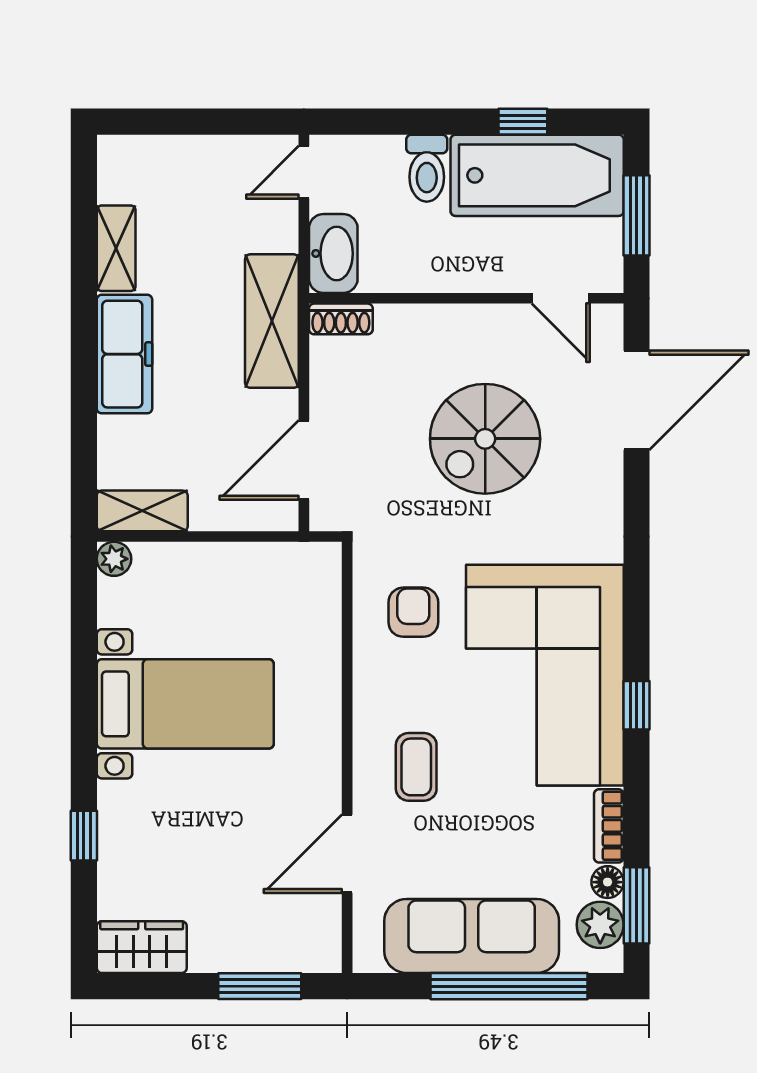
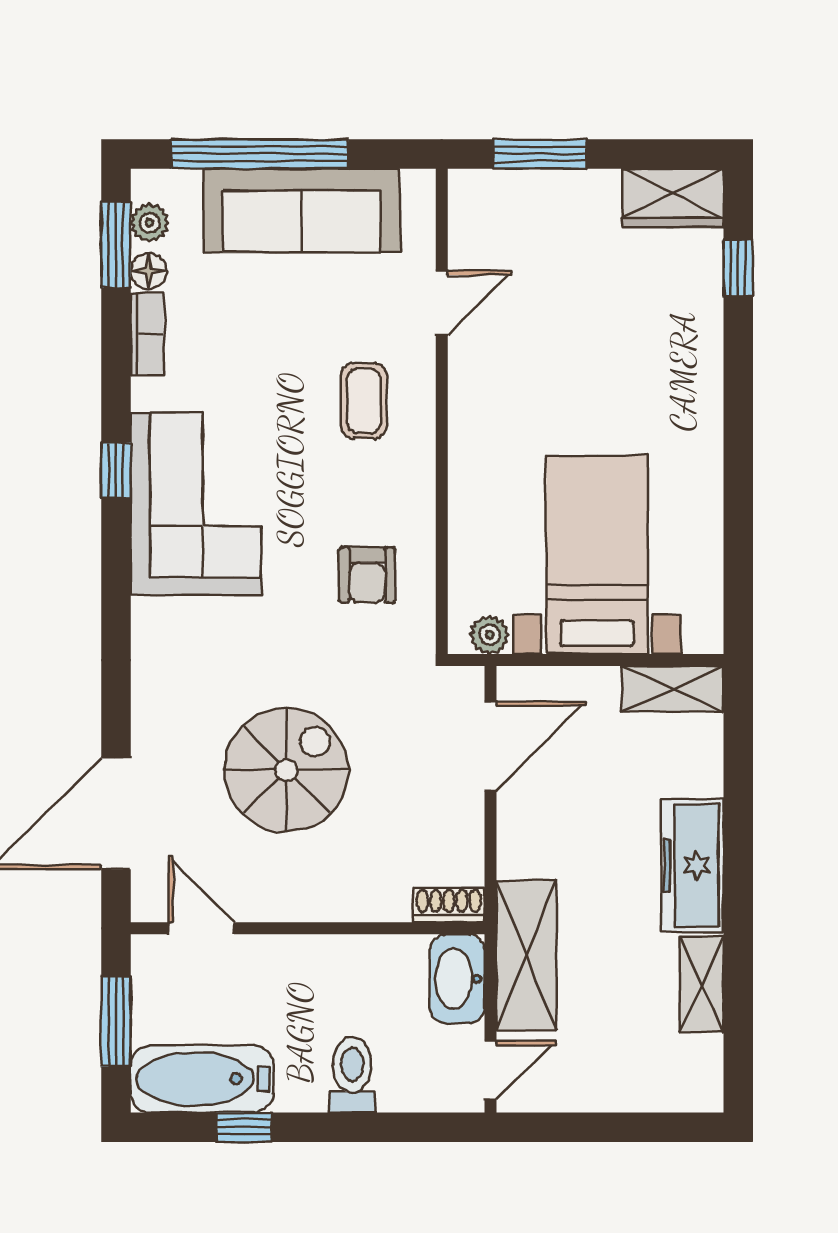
bathtub: (537, 175) -> (202, 1079), width x0.73, depth x0.73
shelving: (272, 321) -> (526, 956), moved
plant: (114, 559) -> (490, 635), moved
corner sofa: (545, 675) -> (196, 504), width x0.73, depth x0.74
bed with nightstands: (185, 704) -> (597, 555), moved, turned 90
window: (84, 836) -> (738, 268), moved
door: (347, 854) -> (442, 303), width x0.73
plant: (600, 925) -> (150, 223), width x0.73, depth x0.73

